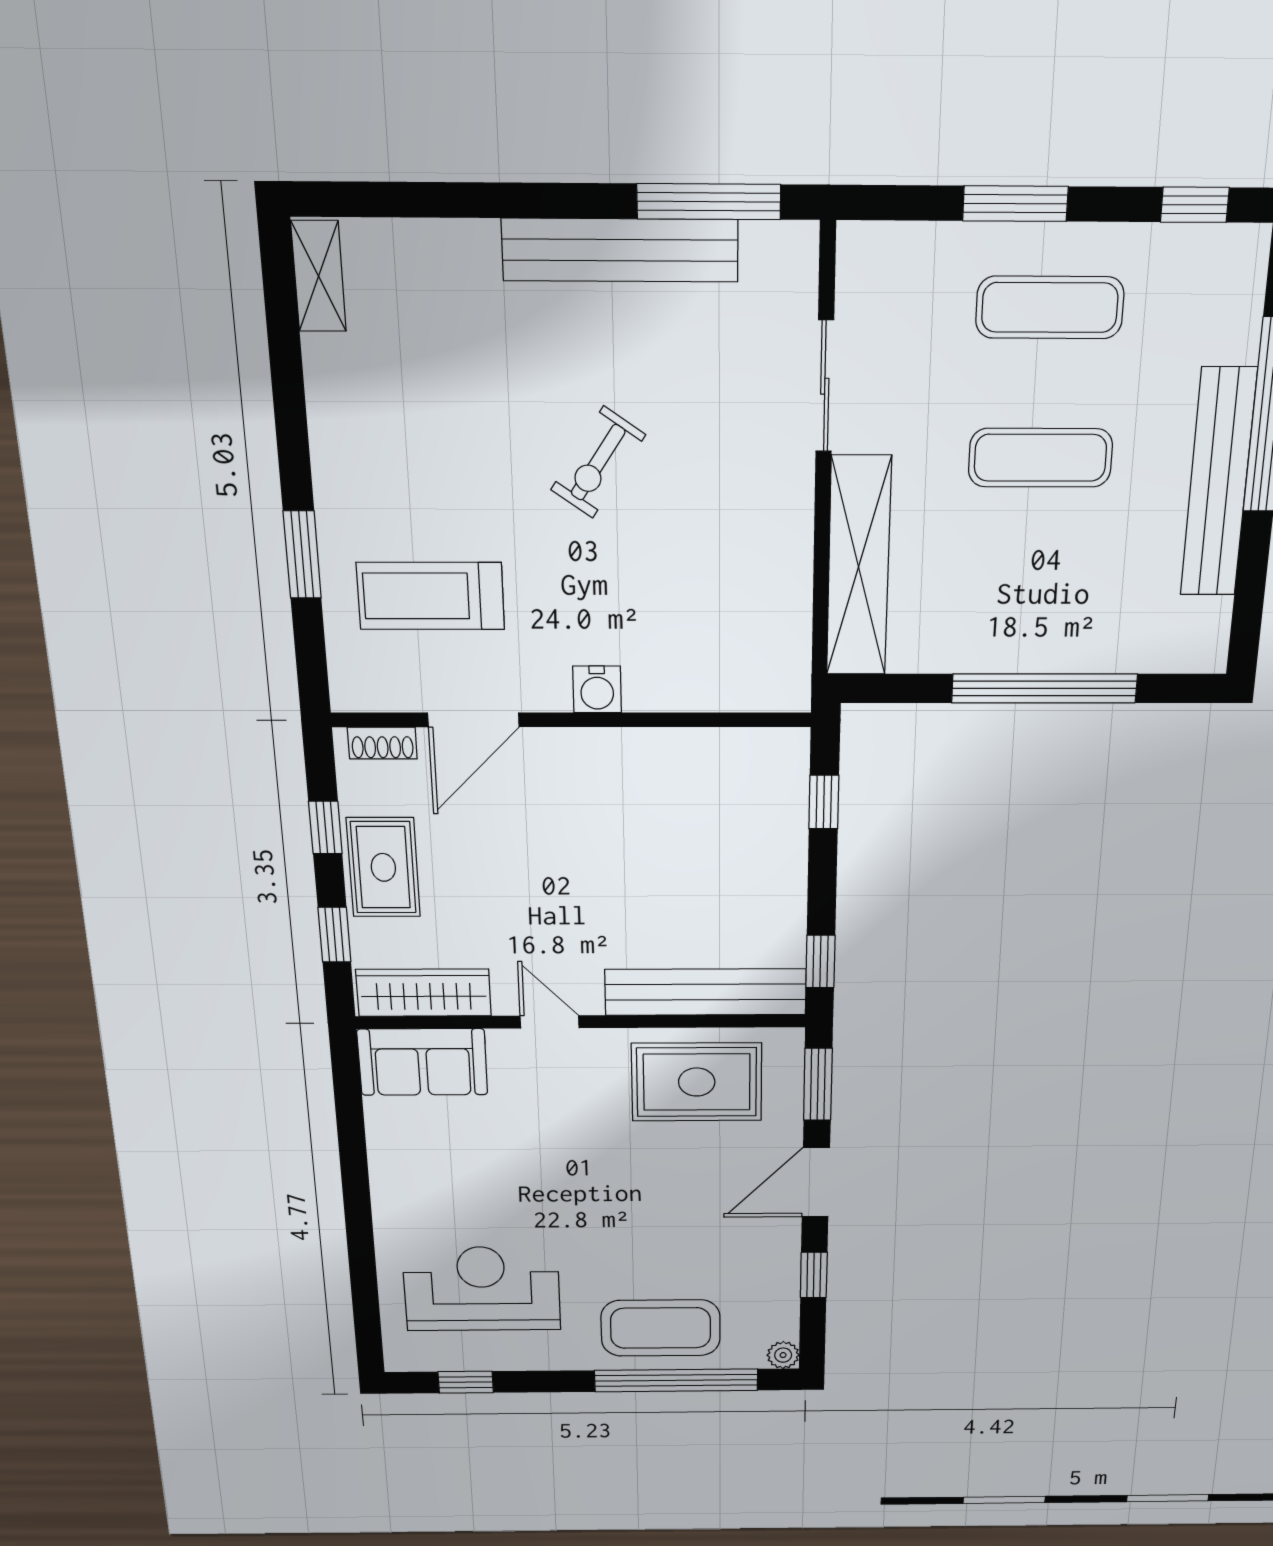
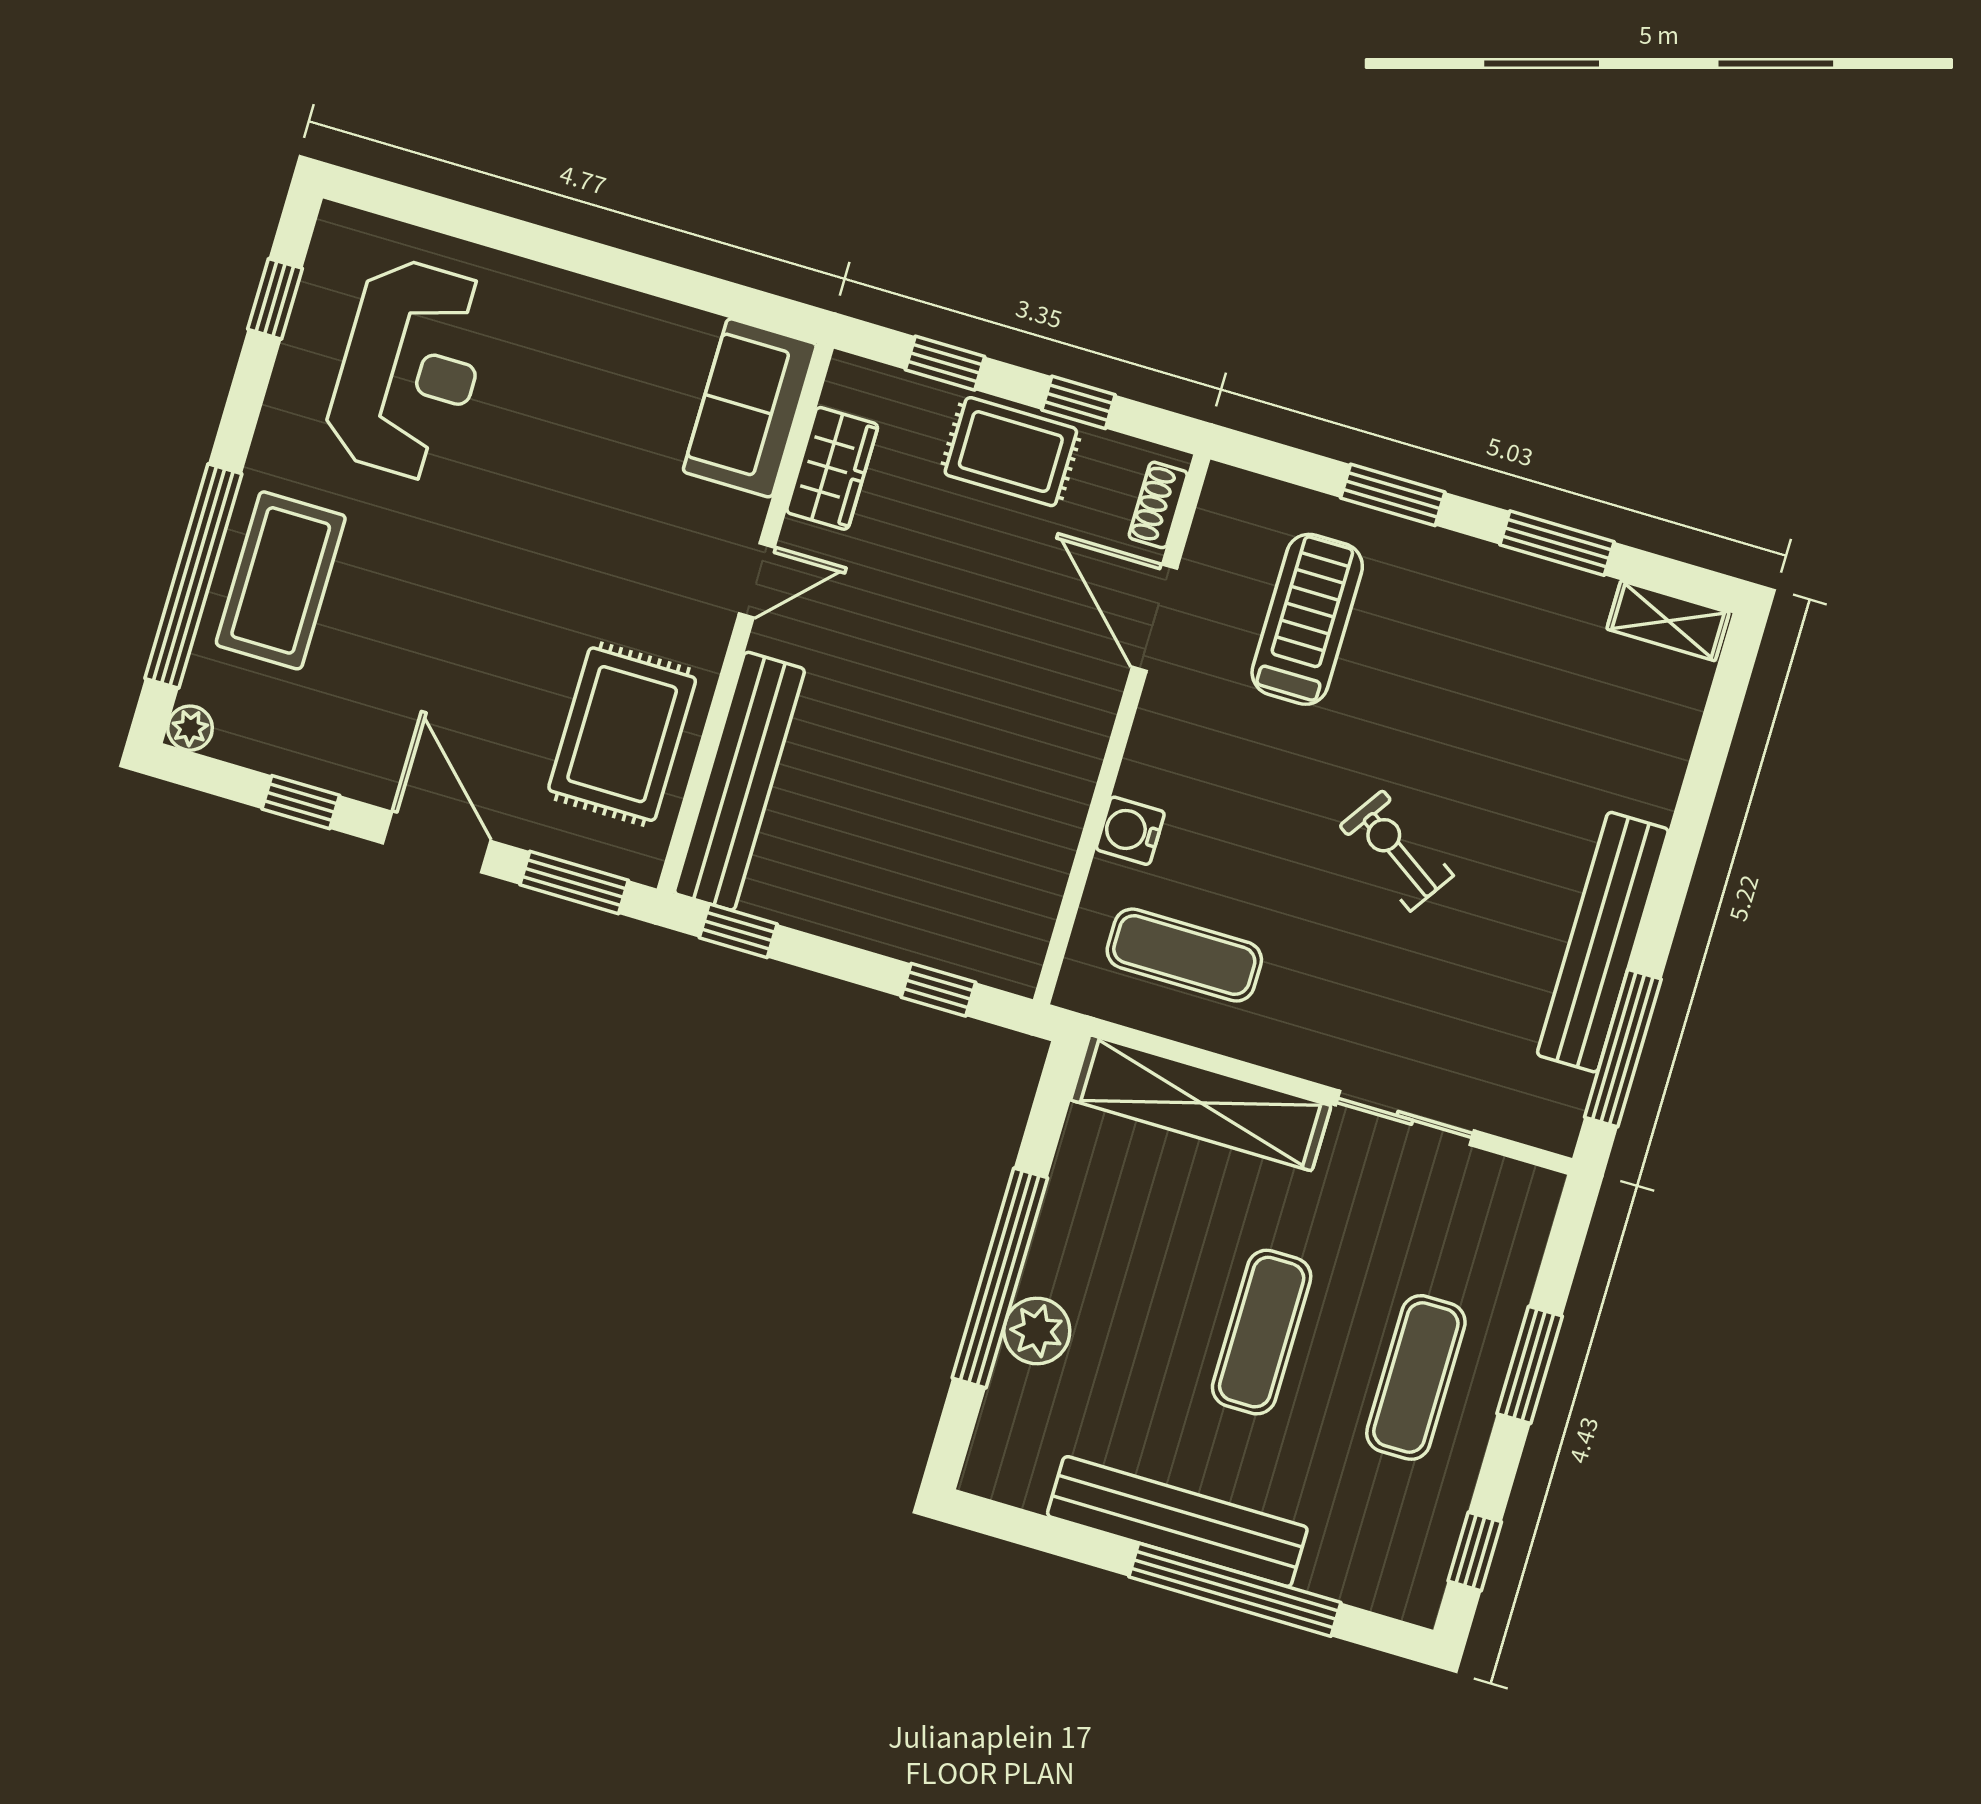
window: (289, 399) -> (1557, 543), added
exercise mat: (740, 616) -> (1184, 955), added
plant: (1081, 646) -> (1037, 1331), added
water cooler: (597, 689) -> (1130, 831), moved
wardrobe: (424, 993) -> (832, 468), width x0.67

